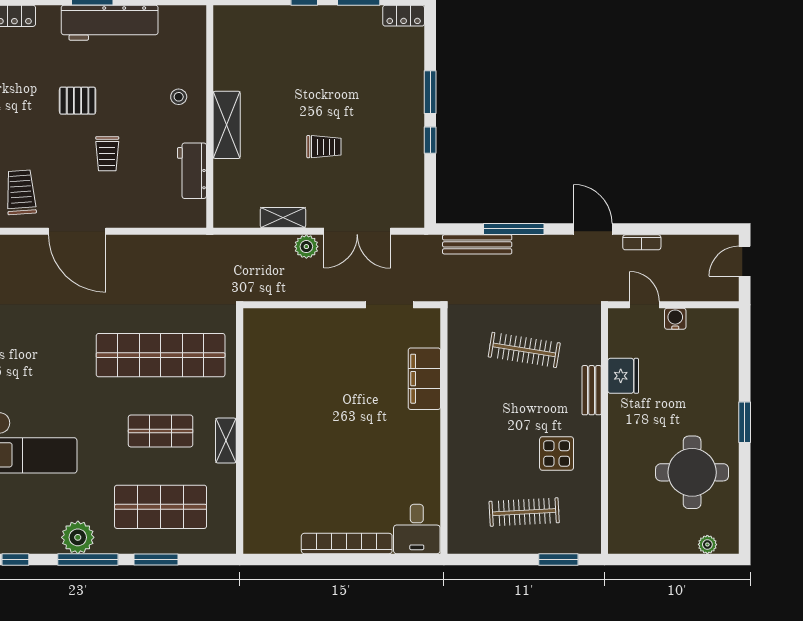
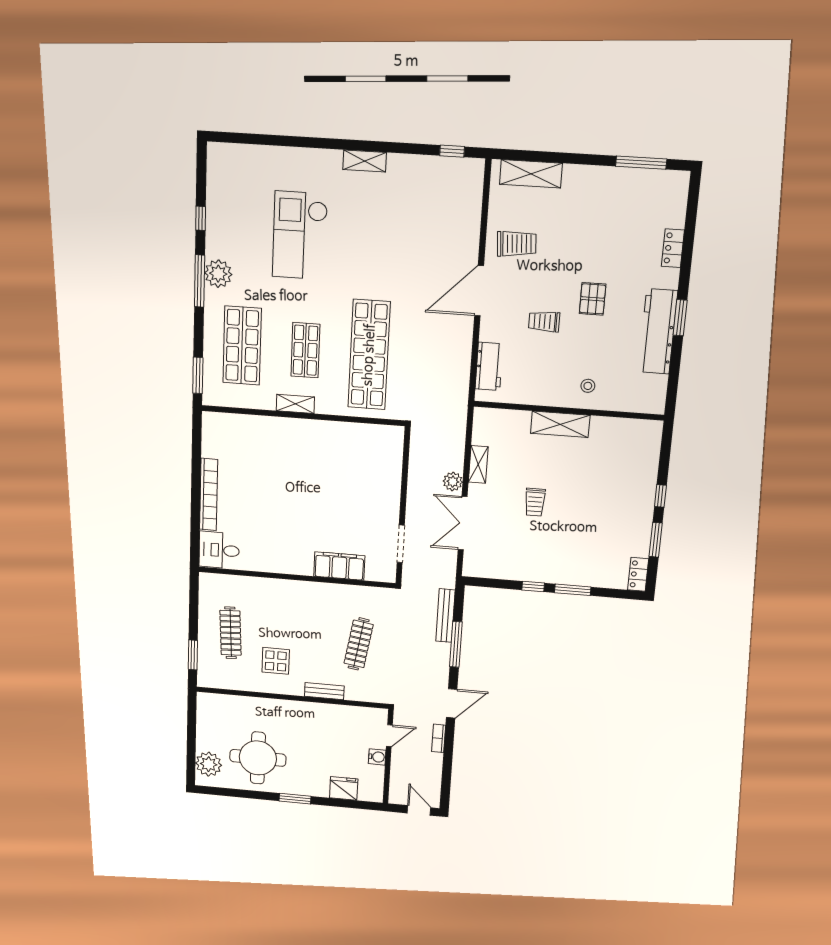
workbench: (192, 171) -> (489, 366), moved, turned 90
fridge: (623, 376) -> (344, 788), moved, turned 180
plant: (707, 544) -> (209, 764), width x1.88, depth x1.88
window: (156, 560) -> (198, 375), moved

